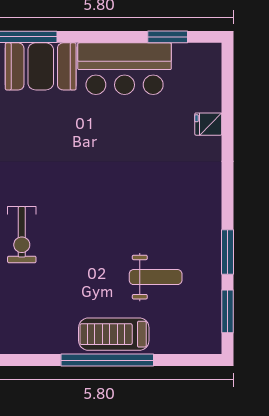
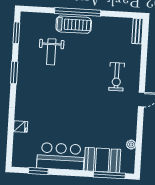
exercise bike: (22, 235) -> (117, 77), turned 180
window: (228, 252) -> (14, 72), moved
weight bench: (156, 277) -> (51, 52), turned -90

